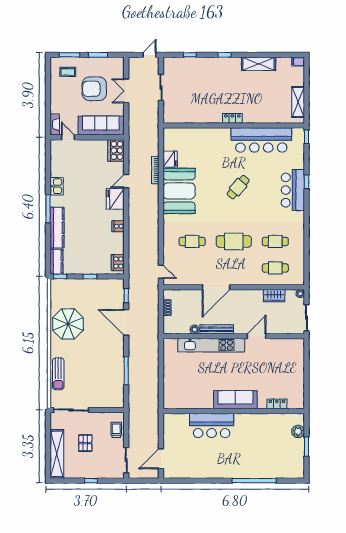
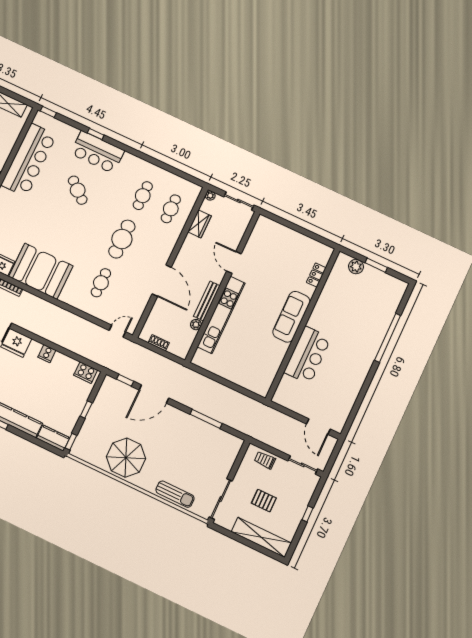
cafe table: (238, 187) -> (78, 190), moved

